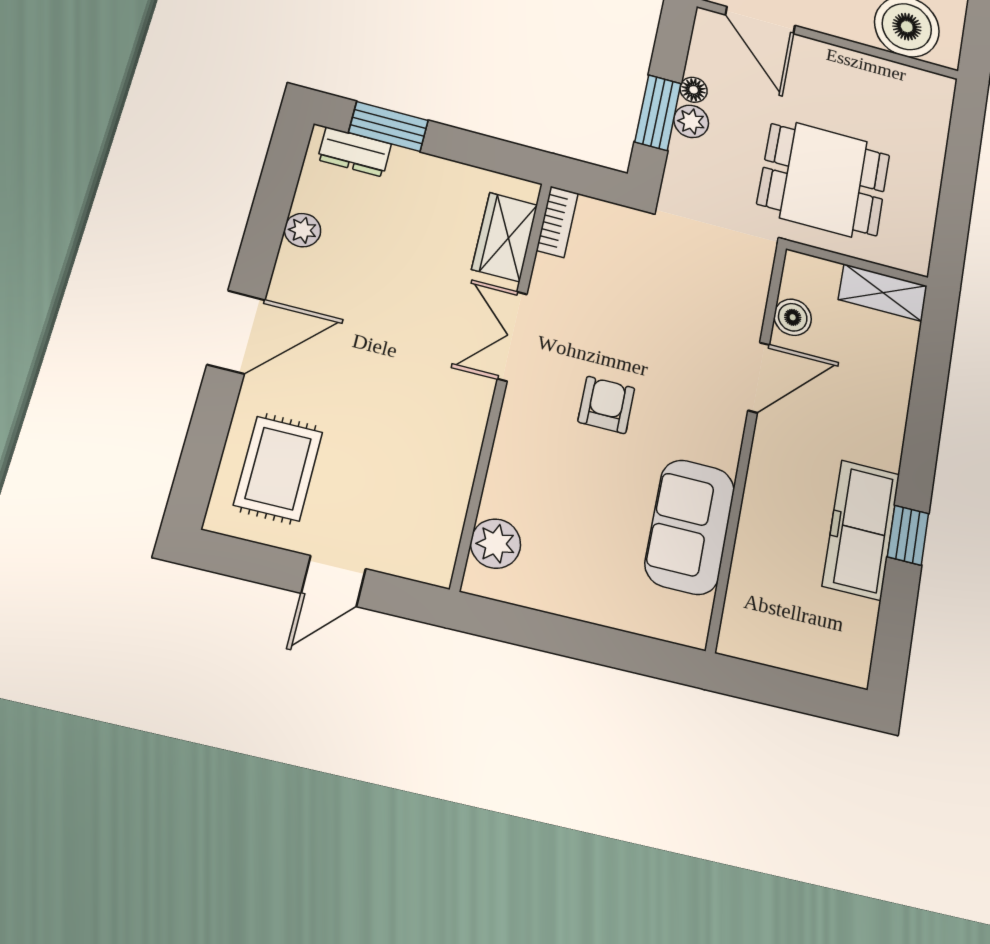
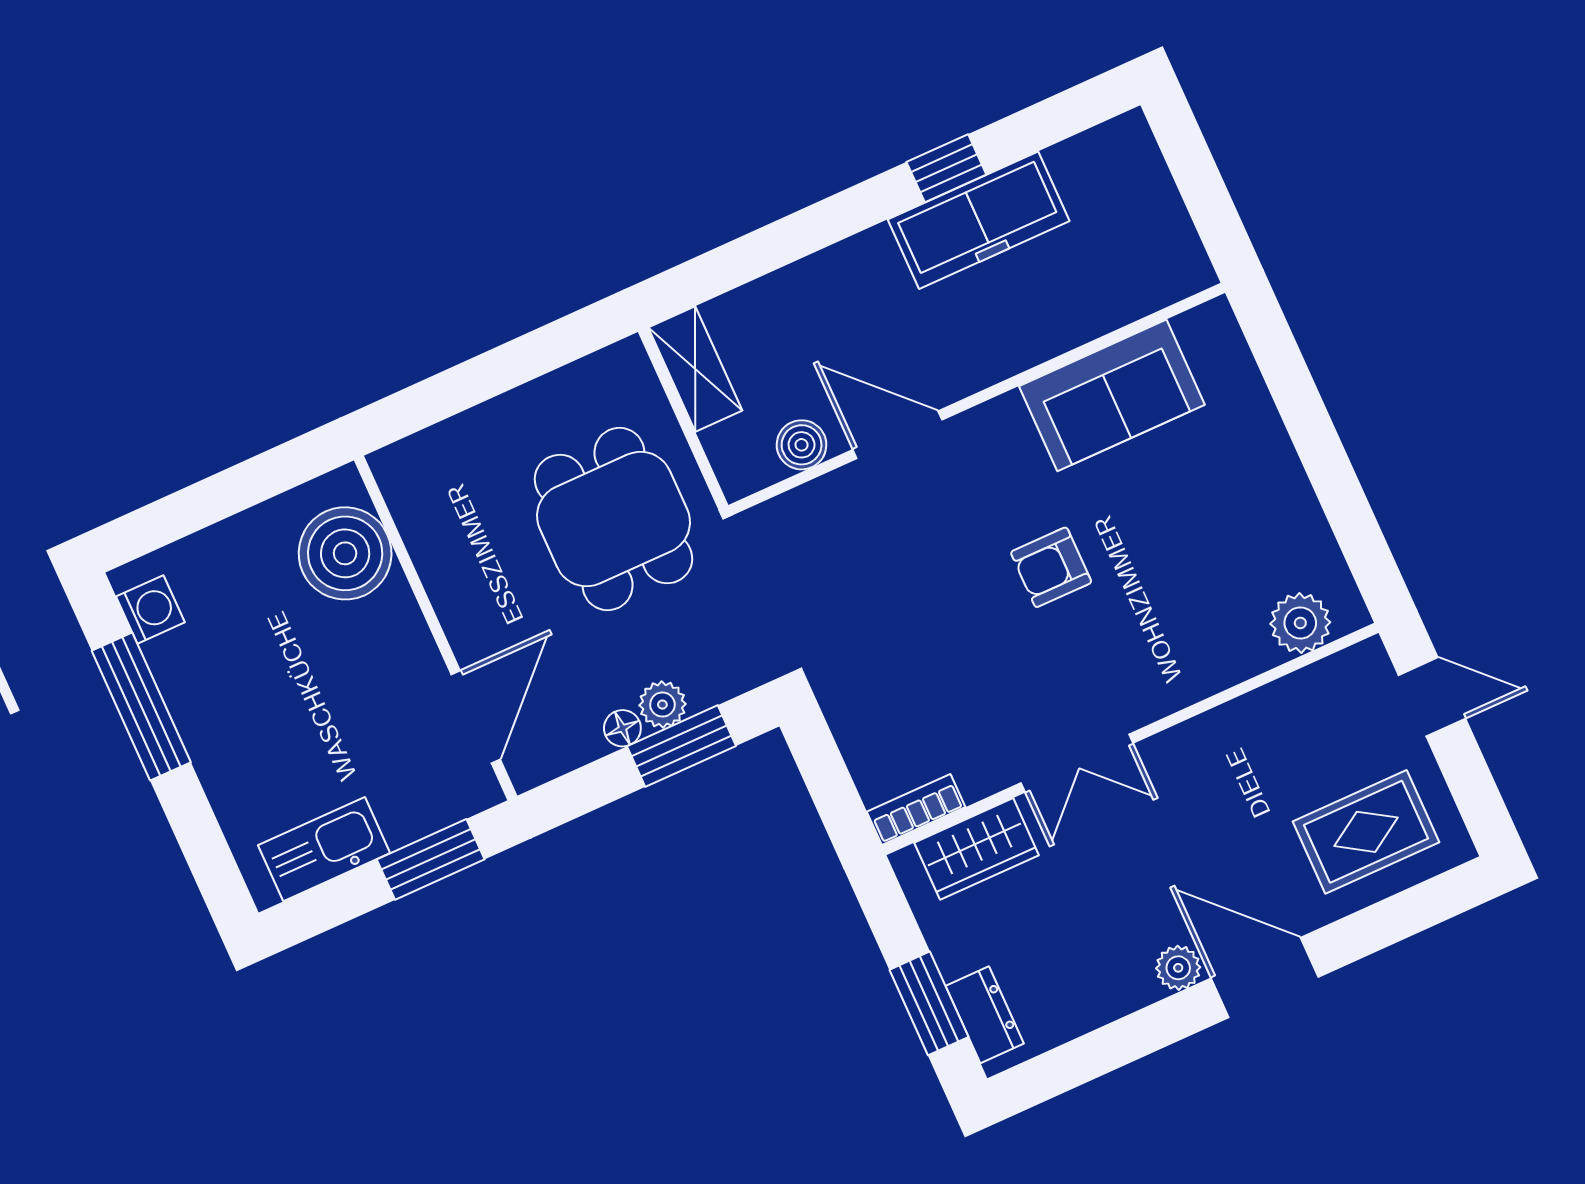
bookcase: (557, 222) -> (916, 809), moved
plant: (303, 230) -> (1178, 968), moved
wardrobe: (505, 237) -> (977, 849), moved
double door: (512, 336) -> (1077, 763), moved
wall: (502, 380) -> (1130, 739), moved
plant: (496, 544) -> (1300, 623), moved

